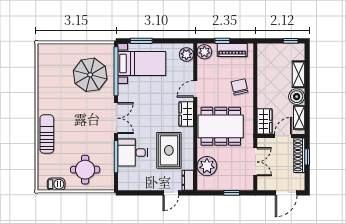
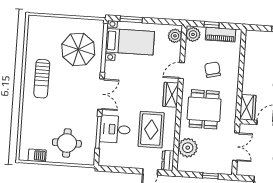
chair: (240, 87) -> (213, 70), moved
dining table: (221, 126) -> (204, 109), width x0.73
sun lounger: (47, 134) -> (42, 79), moved, turned 180

